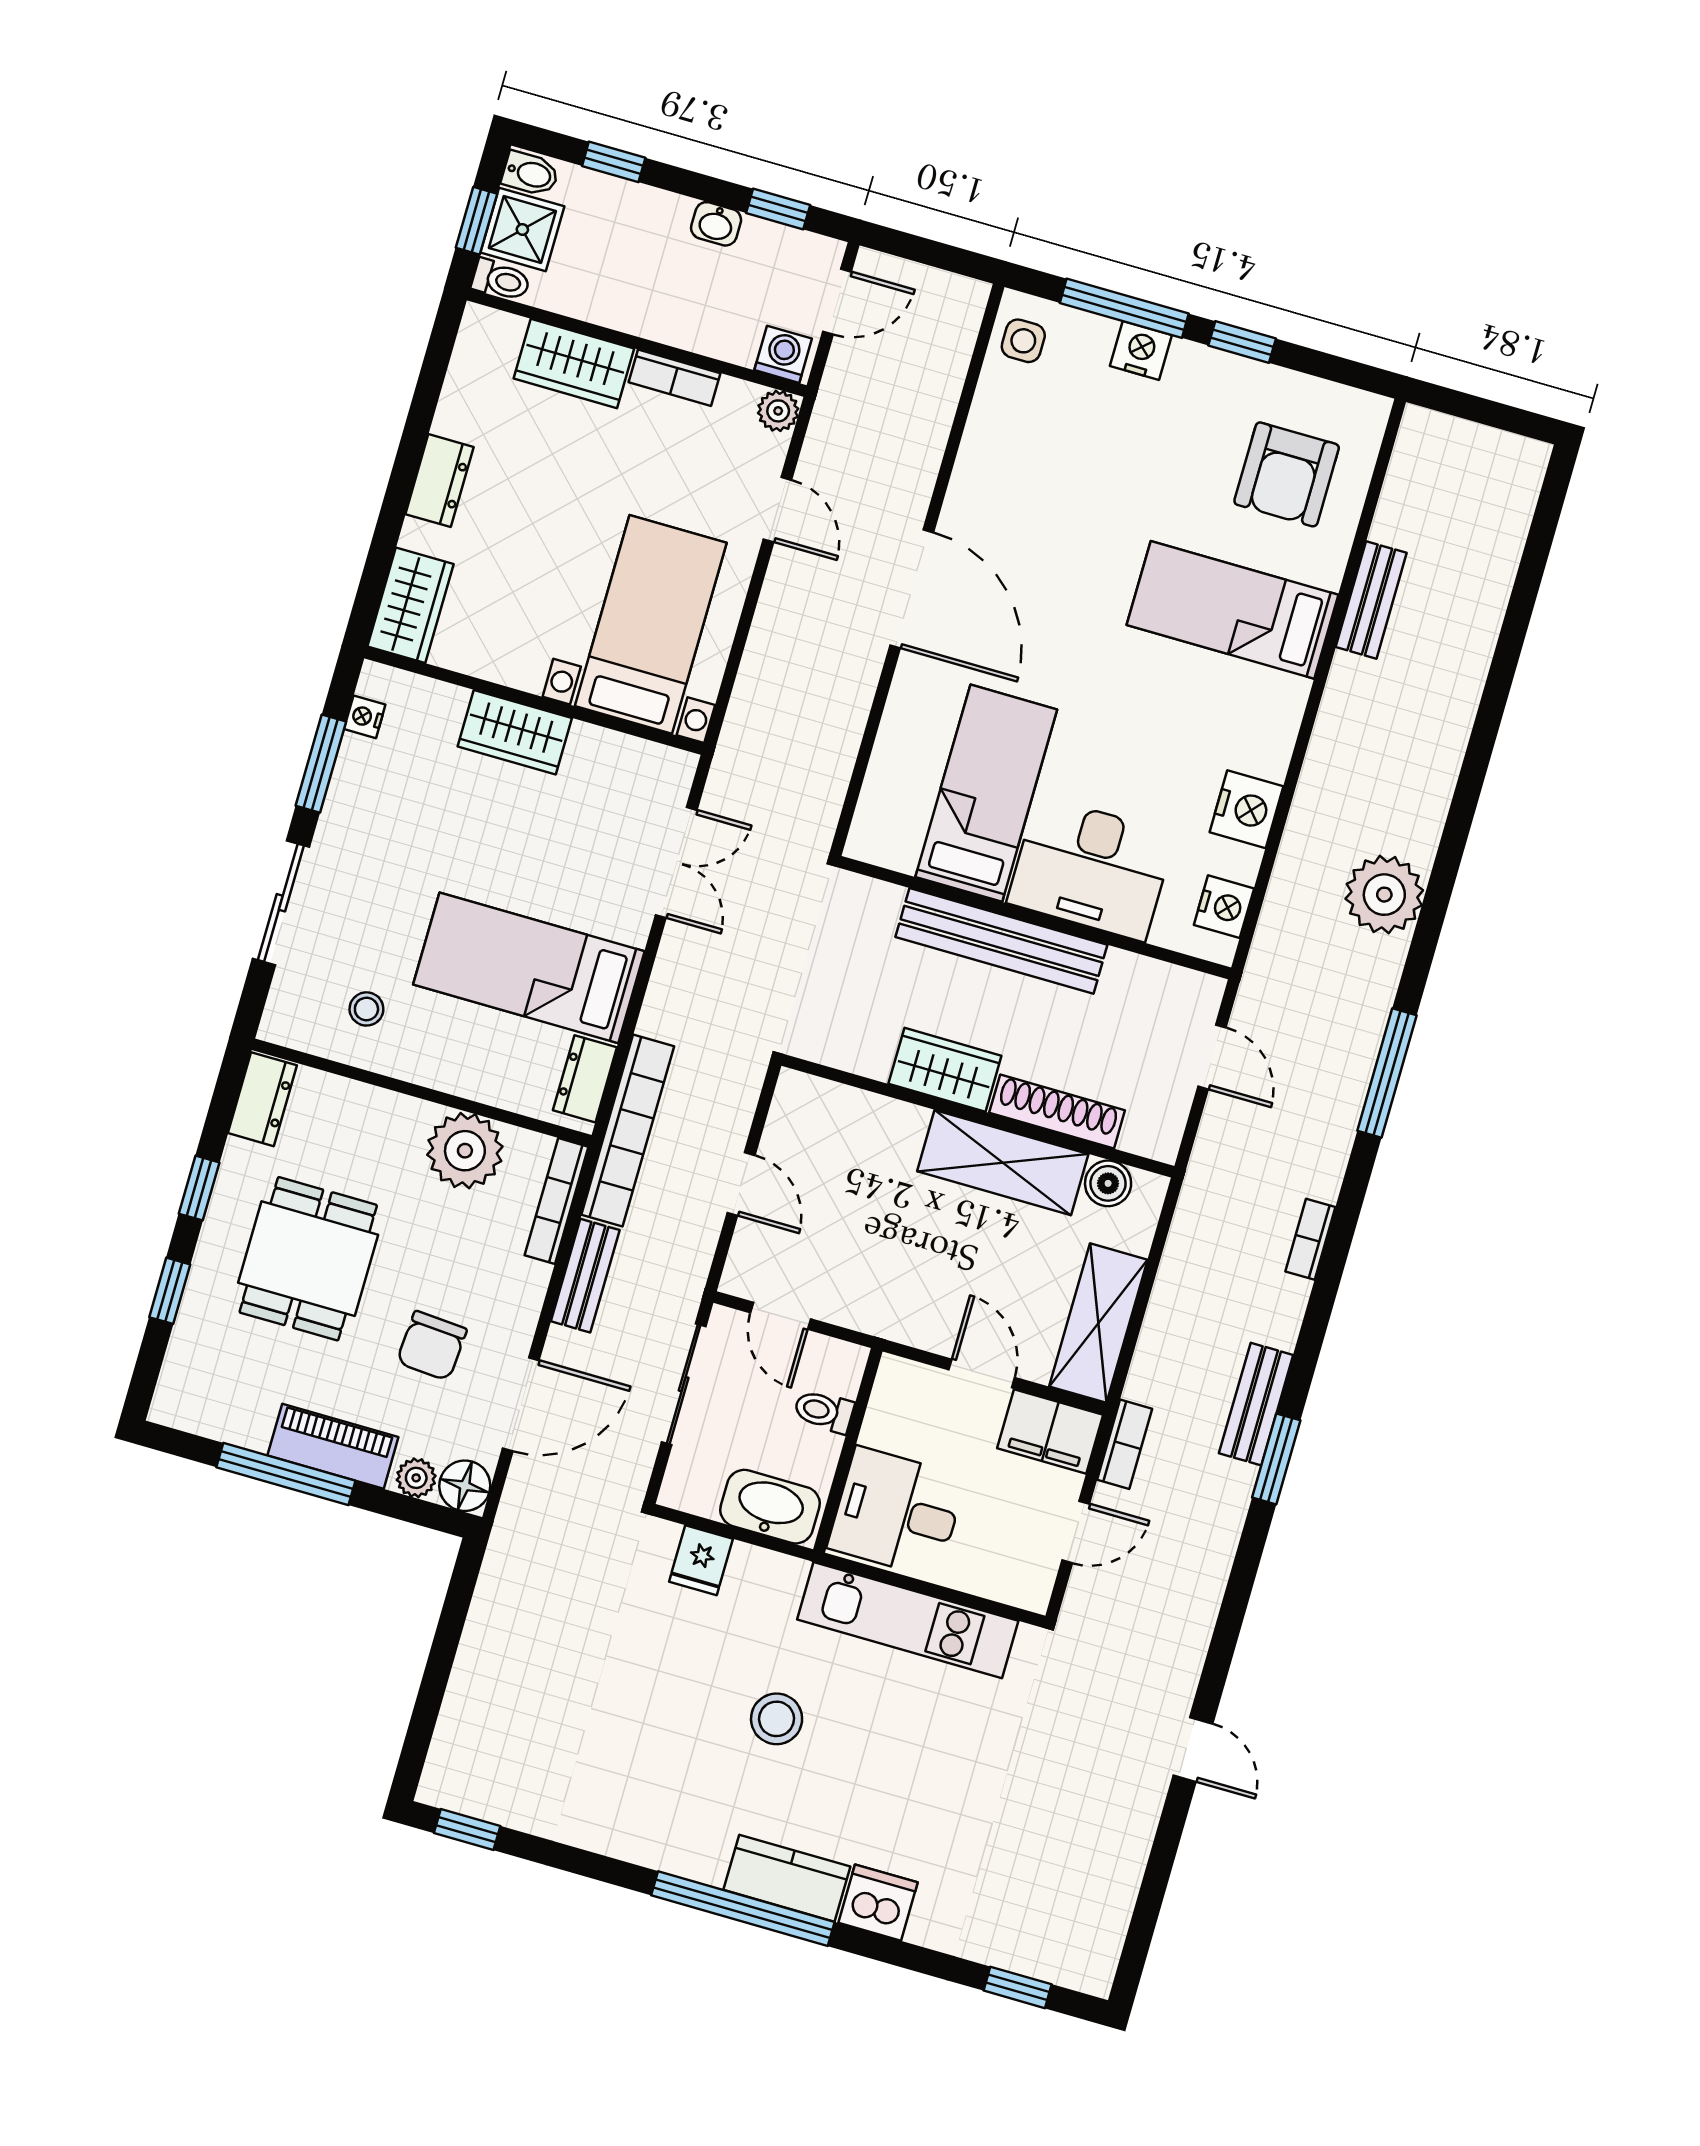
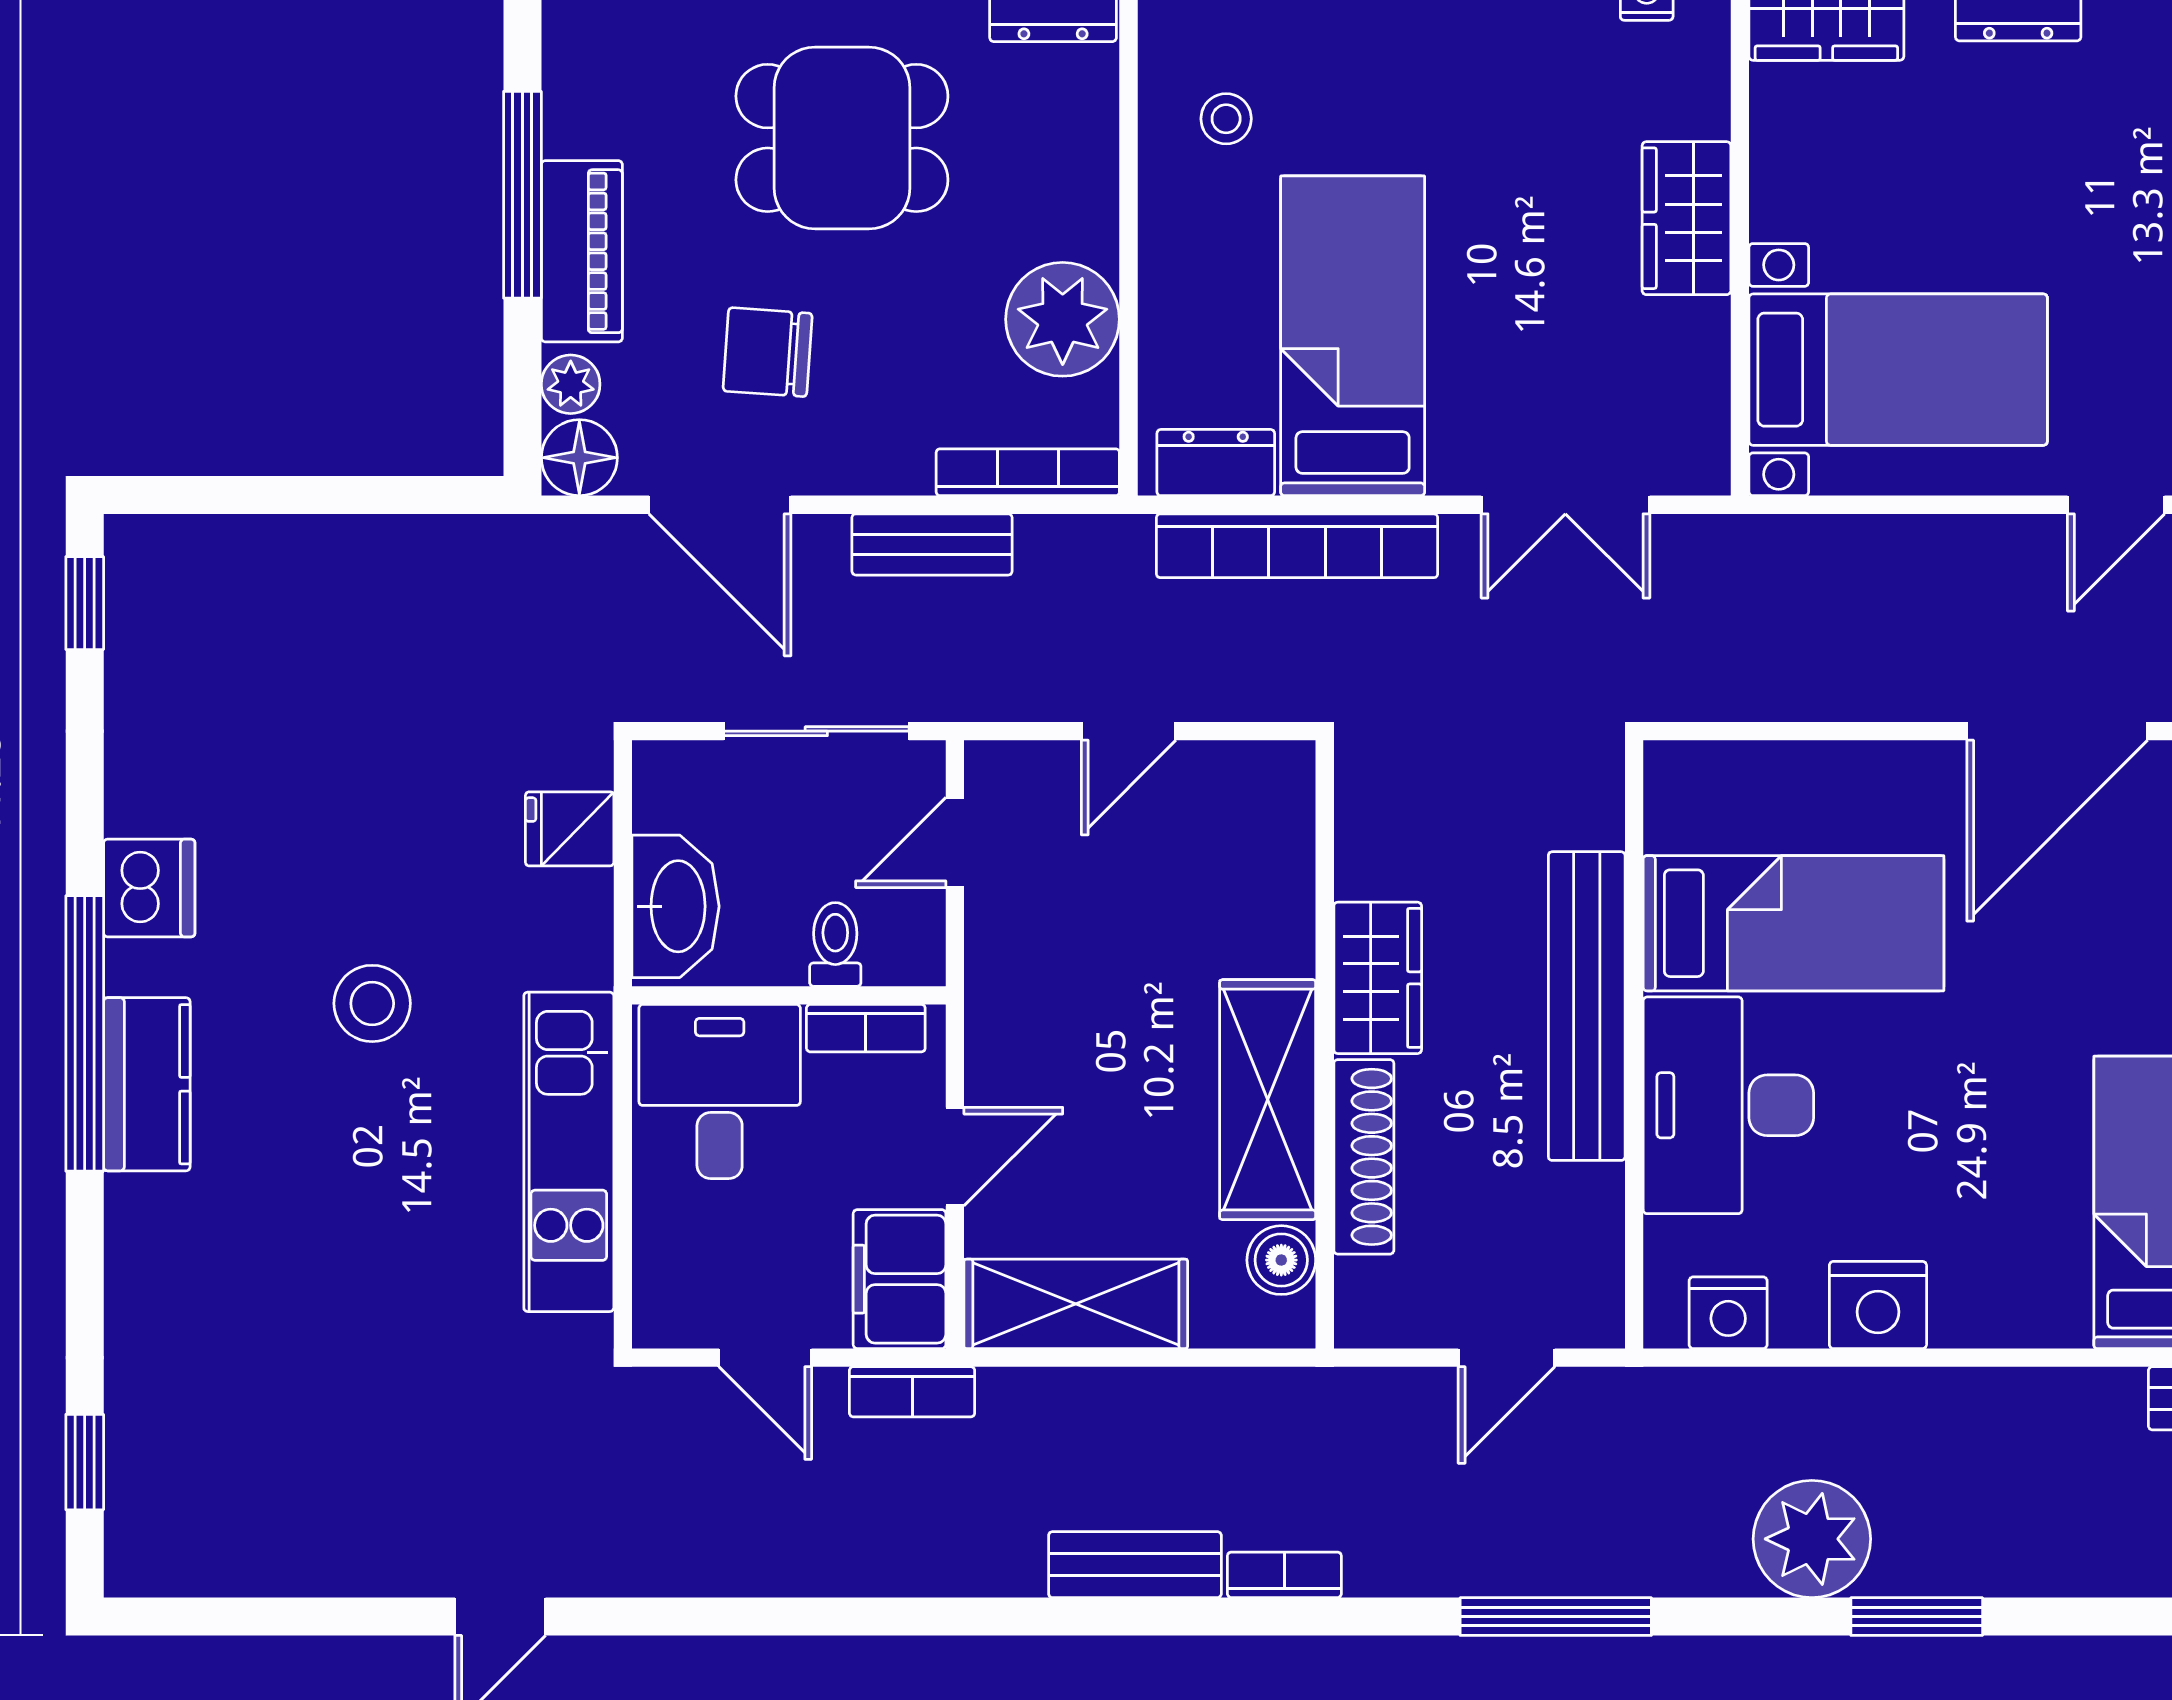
bookcase: (628, 1131) -> (1297, 546), moved
bench: (1256, 1404) -> (1135, 1565), moved
bookcase: (883, 1407) -> (866, 1028), added
window: (1276, 1459) -> (1917, 1617), moved
dishwasher: (878, 1903) -> (149, 888), moved

